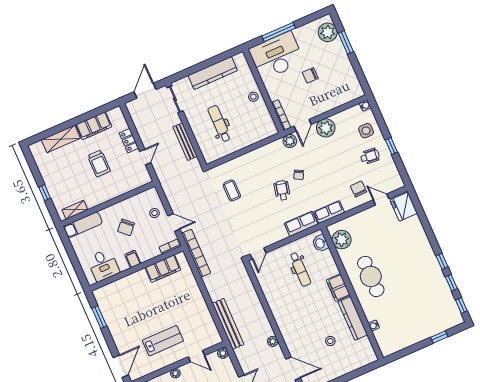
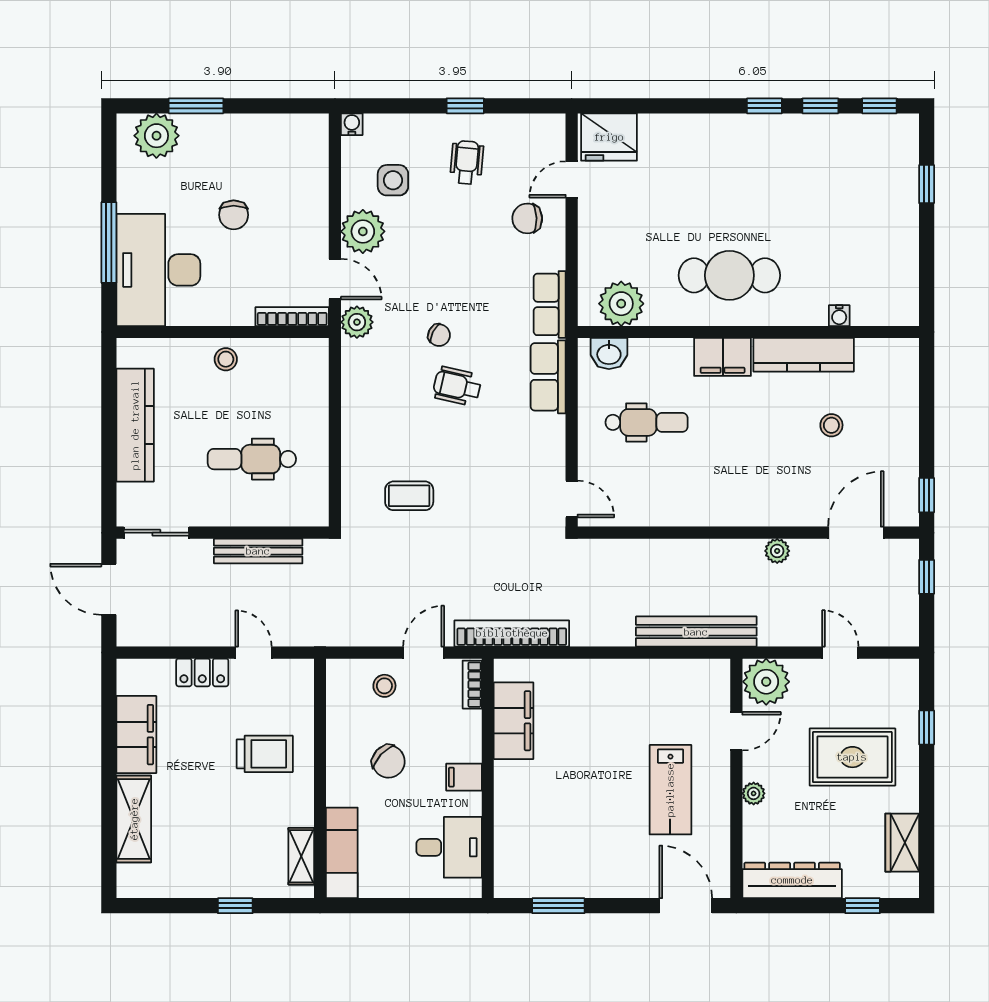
side table: (366, 131) -> (393, 180), moved
trolley: (99, 163) -> (265, 754), moved
lab bench: (163, 341) -> (670, 790), turned 180
plant: (223, 353) -> (766, 682), width x1.88, depth x1.88

